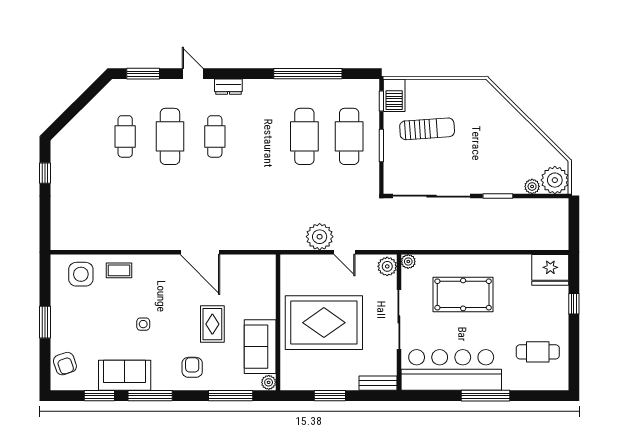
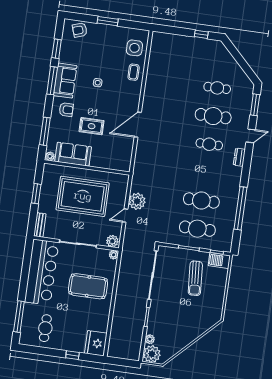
pool table: (463, 294) -> (88, 286), turned 90
rug: (324, 323) -> (83, 196), turned 90
sofa: (125, 375) -> (65, 81), moved
window: (486, 396) -> (19, 317), moved

